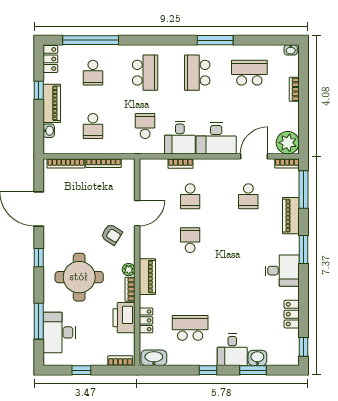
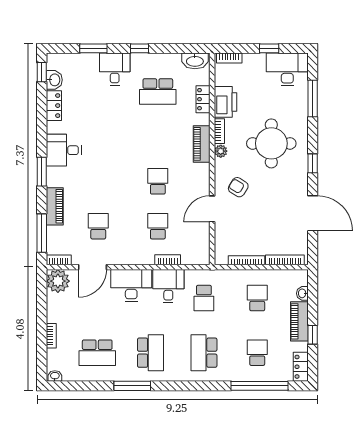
school desk: (190, 240) -> (158, 181), turned 180
desk: (59, 332) -> (287, 69), moved, turned -90
washbasin: (257, 358) -> (54, 80), moved, turned -90

